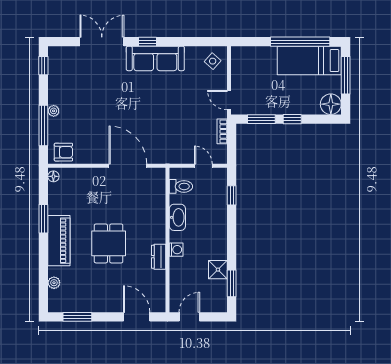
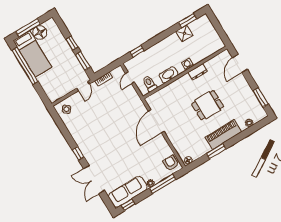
sofa: (155, 58) -> (128, 192), moved, turned -90
floor lamp: (331, 104) -> (40, 32), moved
door: (189, 317) -> (222, 33), removed

